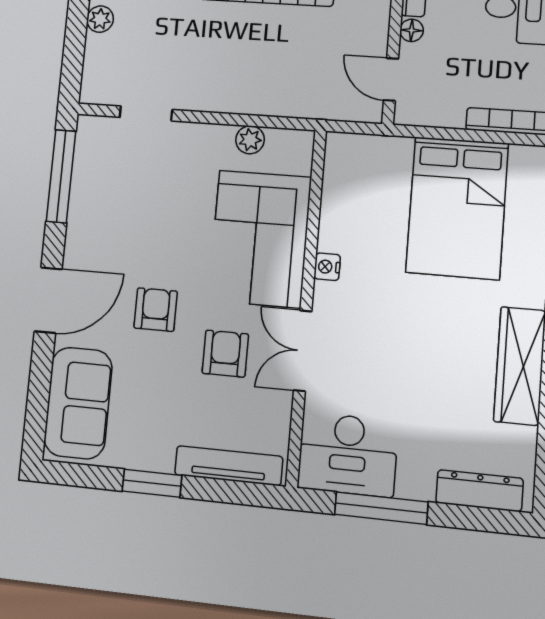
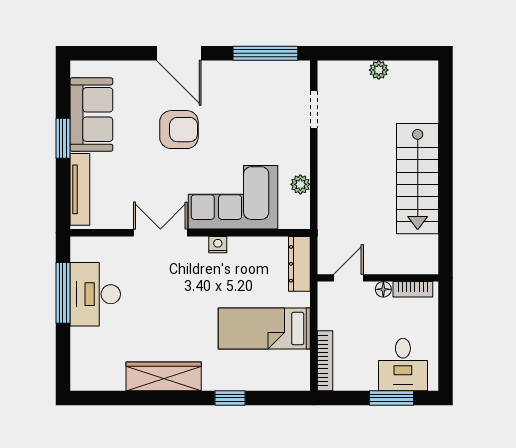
bed: (457, 208) -> (264, 328), width x0.67
armchair: (156, 310) -> (179, 130), width x1.38, depth x1.38
armchair: (225, 354) -> (154, 180), removed
sofa: (78, 403) -> (91, 115), moved, turned -90
desk: (348, 455) -> (95, 294), moved
dresser: (479, 491) -> (299, 264), moved, turned 180

